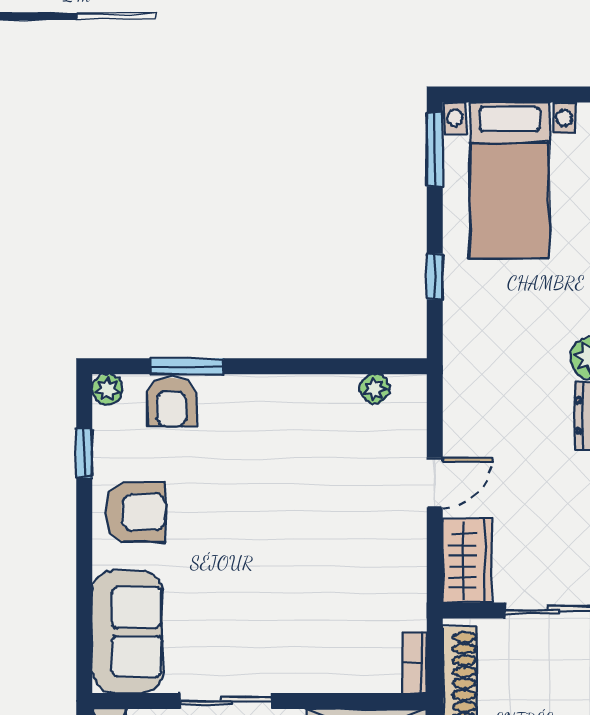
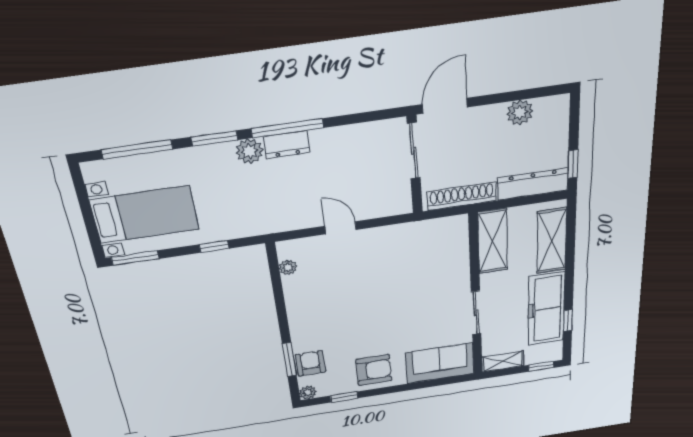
armchair: (171, 402) -> (310, 363), turned -90
armchair: (135, 512) -> (374, 370), turned 90
wardrobe: (467, 561) -> (387, 203), removed
bookcase: (415, 662) -> (450, 222), removed

